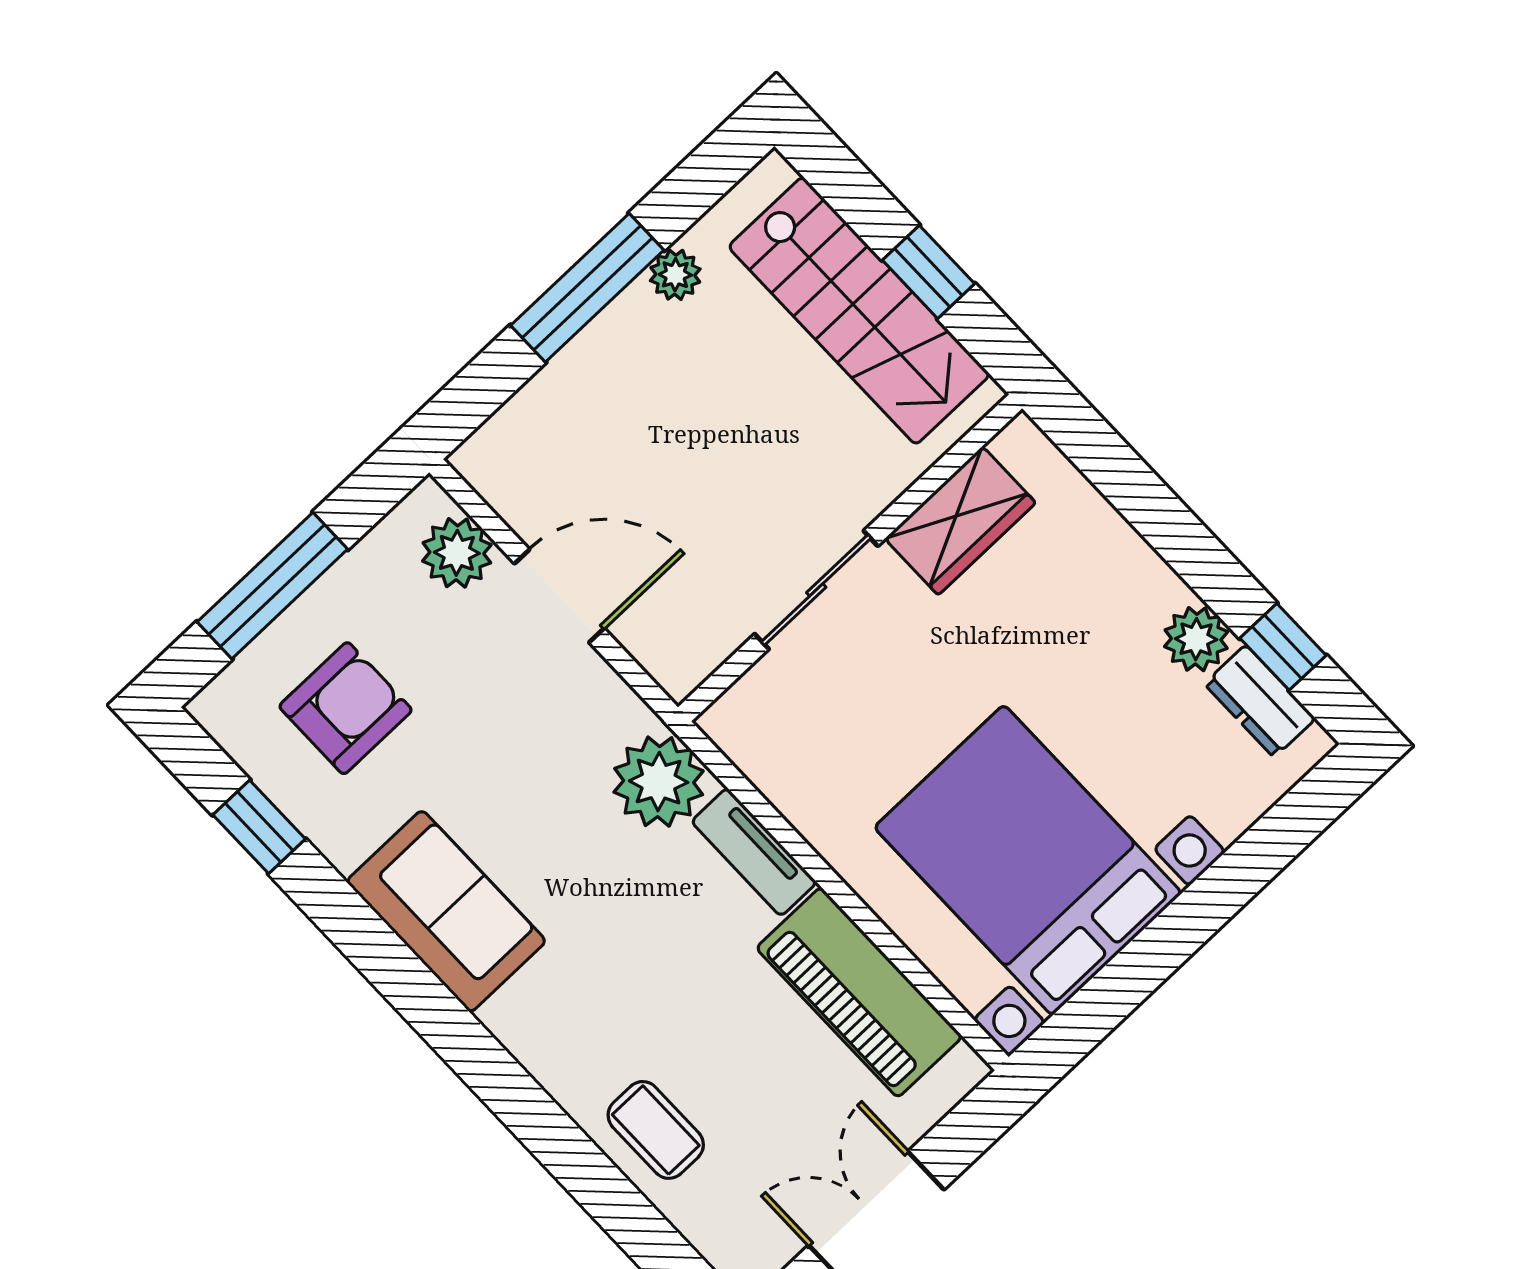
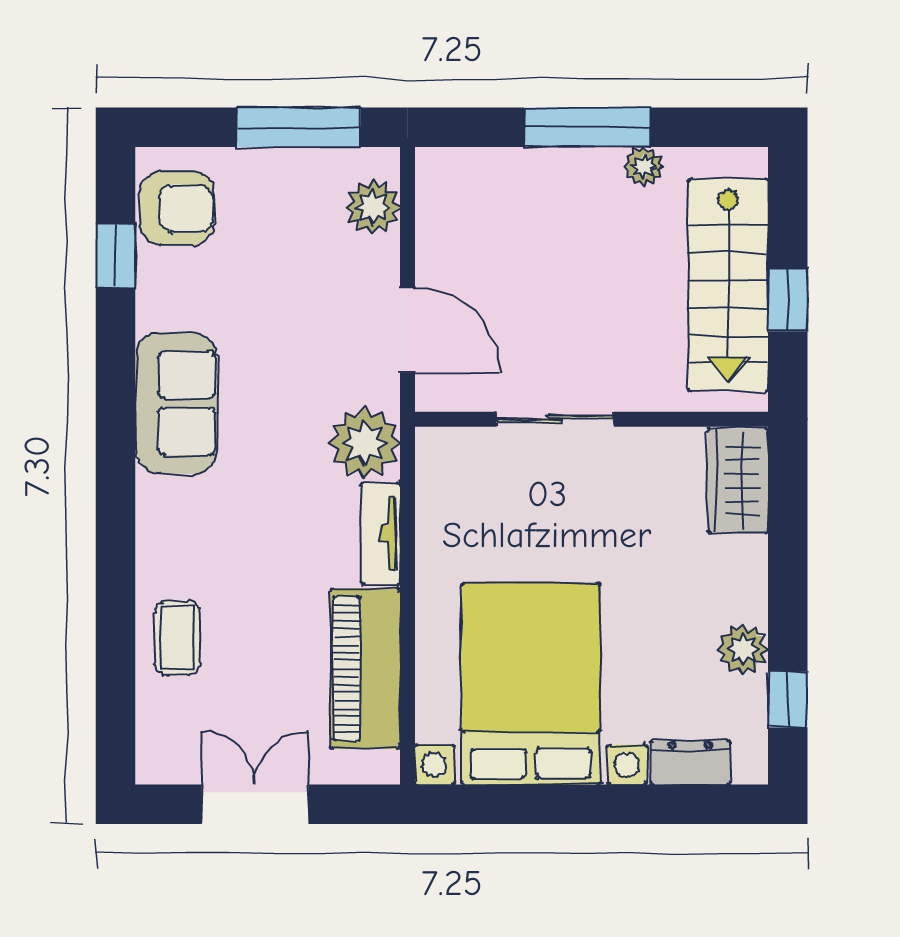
wardrobe: (960, 521) -> (738, 481), moved, turned 90
window: (272, 586) -> (299, 127), moved
door: (559, 596) -> (408, 330), moved
dresser: (1260, 701) -> (690, 762), moved, turned 90
armchair: (346, 708) -> (177, 208), moved

